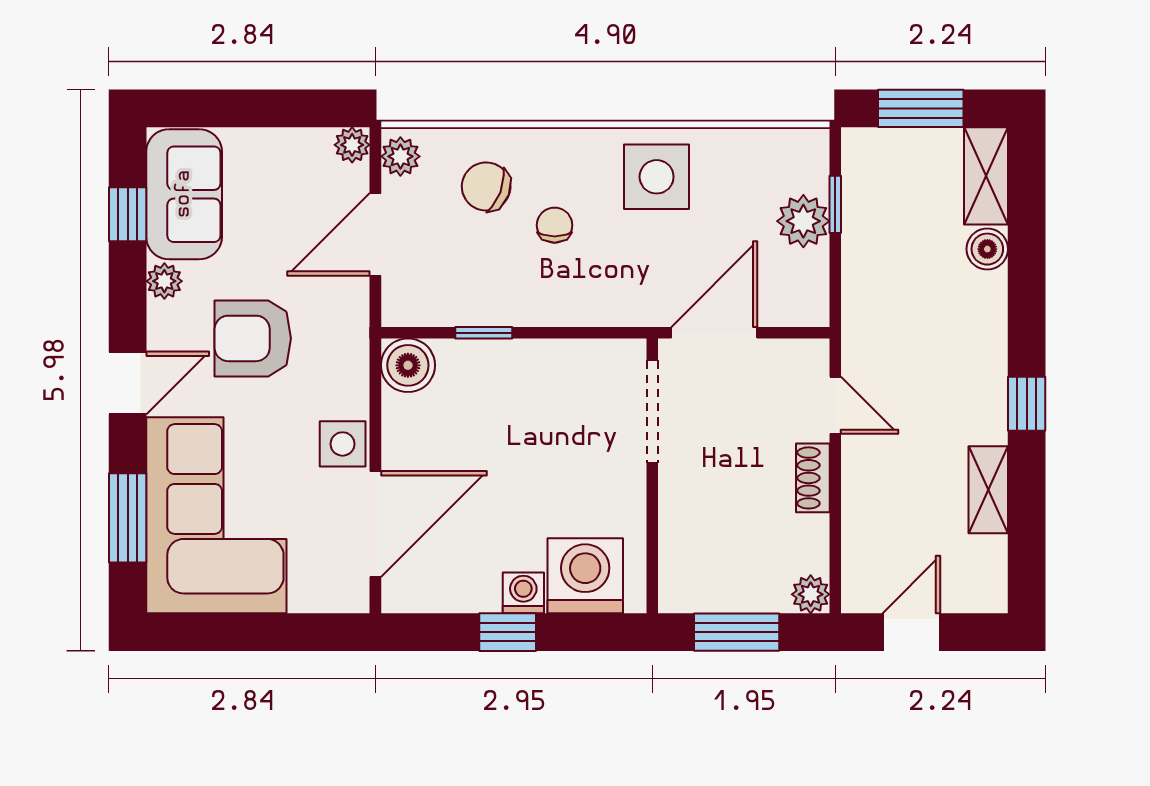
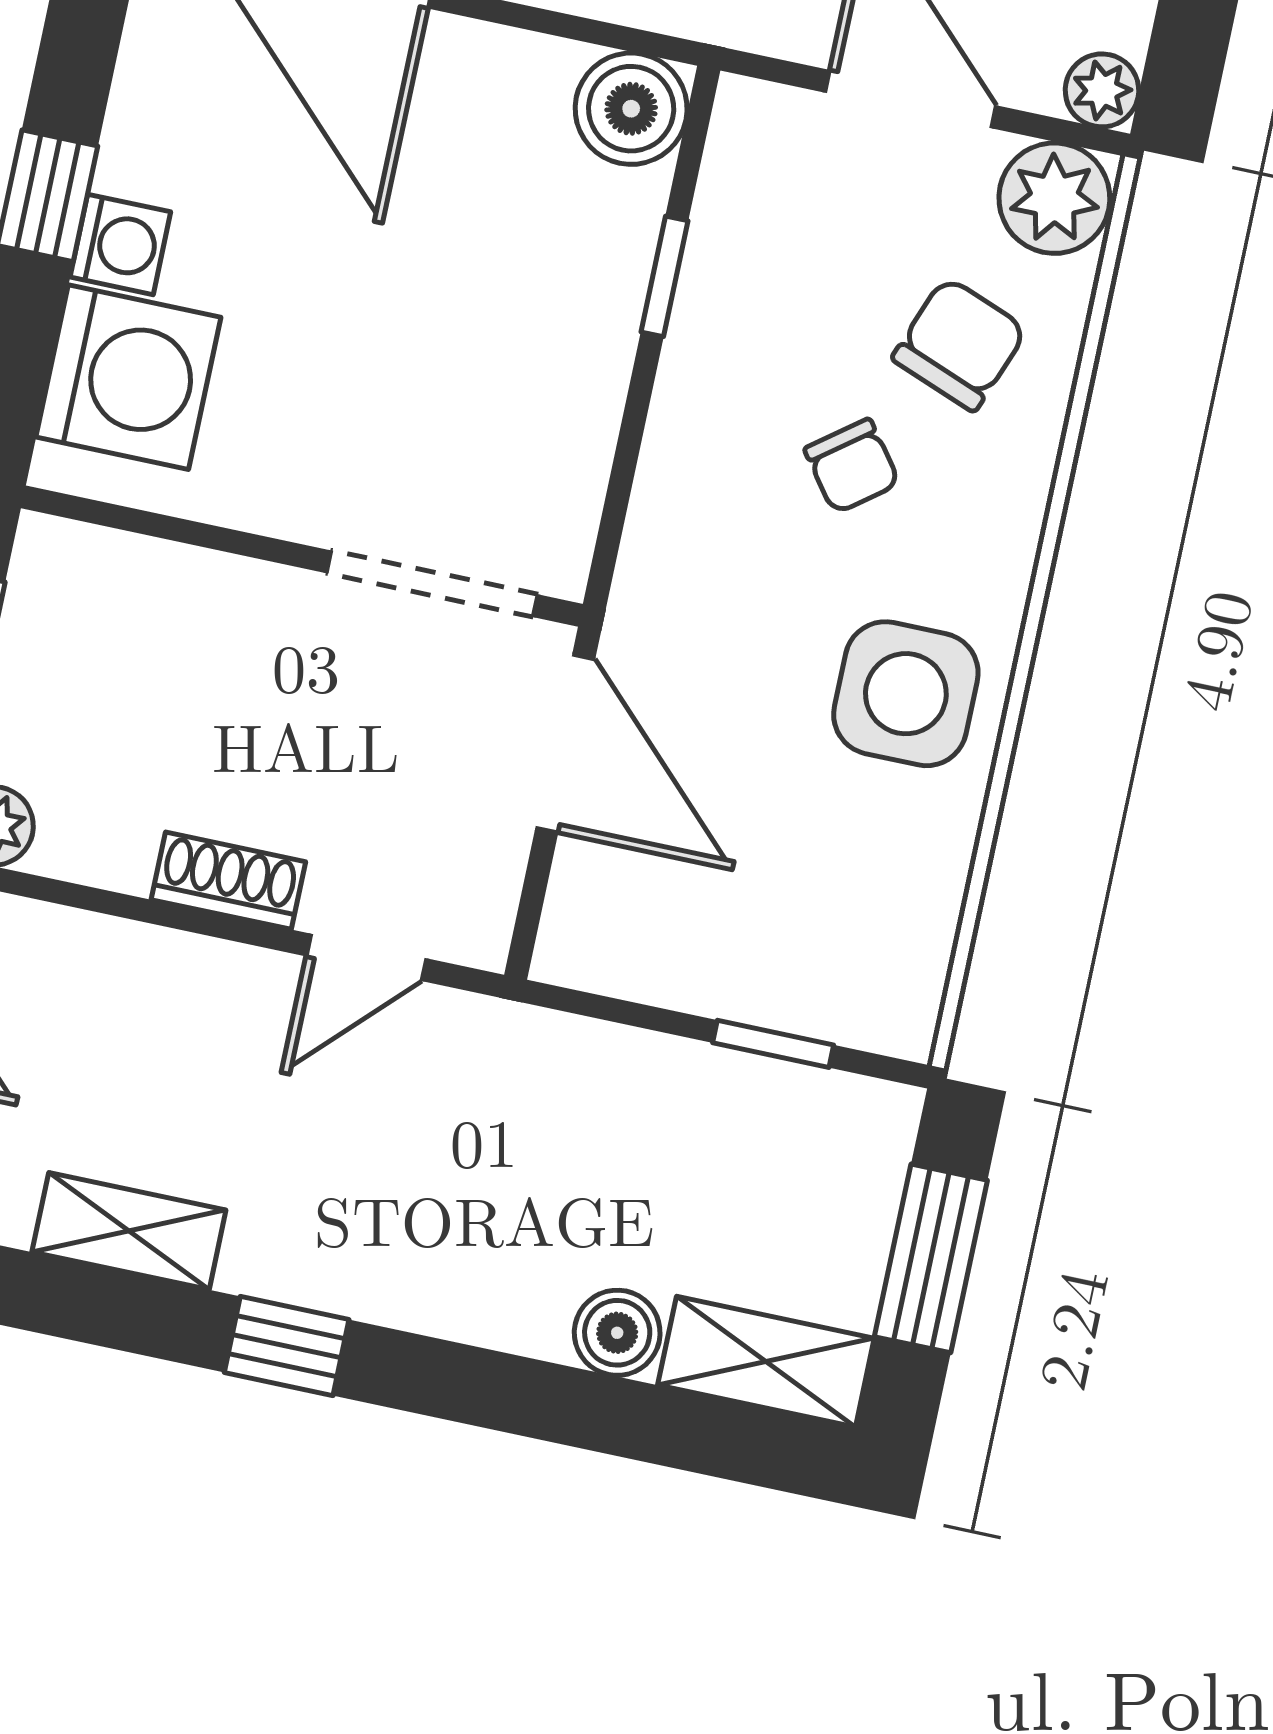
plant: (400, 156) -> (1054, 198), width x1.38, depth x1.38
plant: (803, 221) -> (753, 972), removed
chair: (555, 225) -> (852, 466), turned 53

